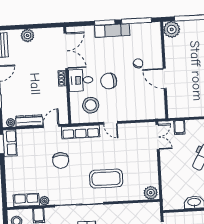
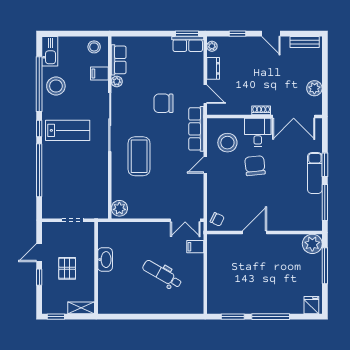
plant: (27, 35) -> (314, 88), moved
chair: (138, 63) -> (217, 219), moved
dresser: (29, 121) -> (213, 68), width x0.70

